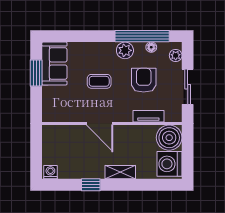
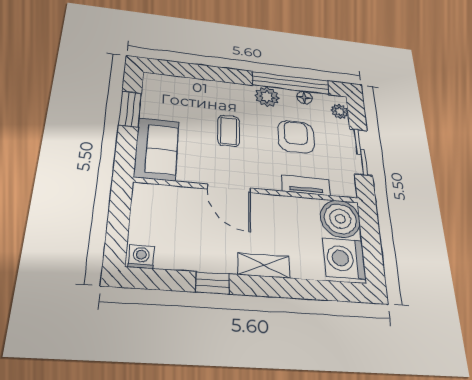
sofa: (54, 64) -> (157, 149), moved
coffee table: (99, 81) -> (229, 131), turned 90

